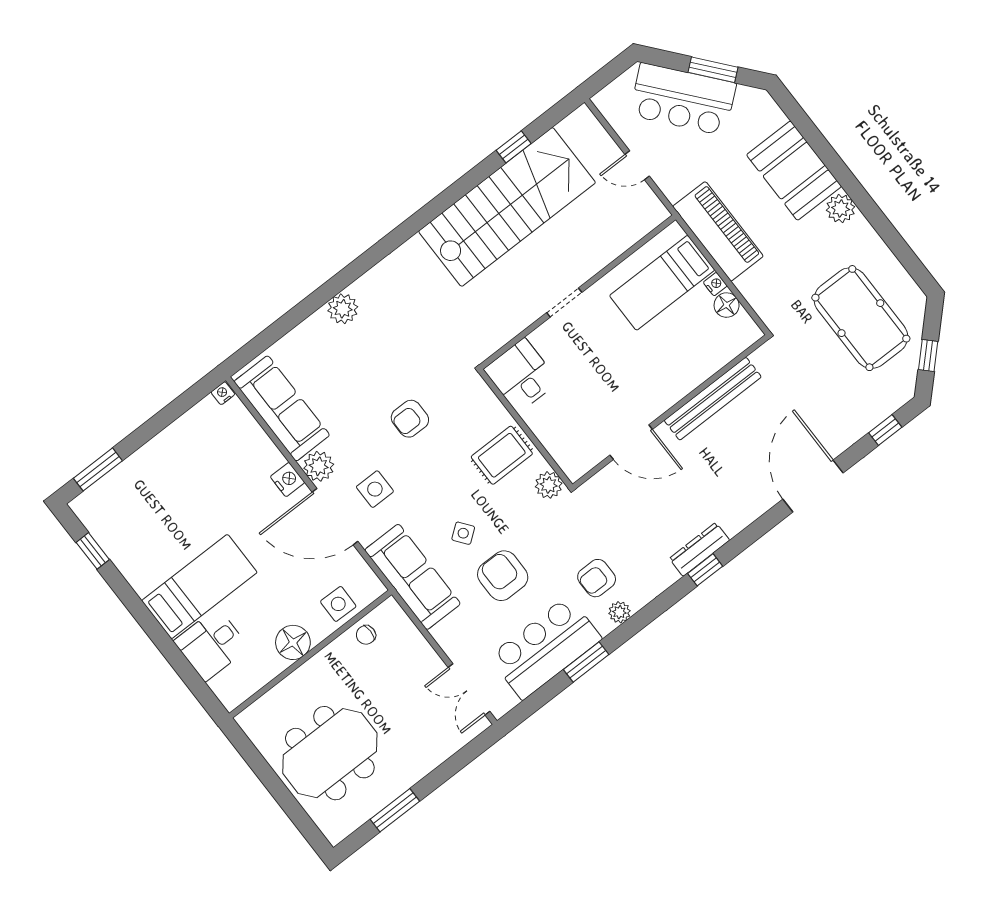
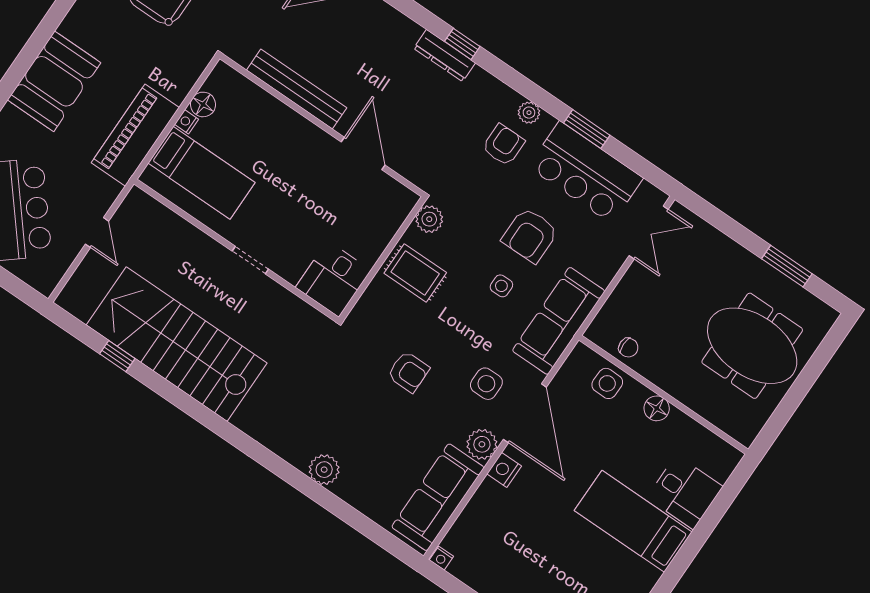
plant: (841, 208) -> (76, 25), removed
side table: (463, 533) -> (501, 286), turned 37
armchair: (597, 578) -> (503, 145), turned -90
floor lamp: (293, 642) -> (657, 408), width x0.73, depth x0.73

